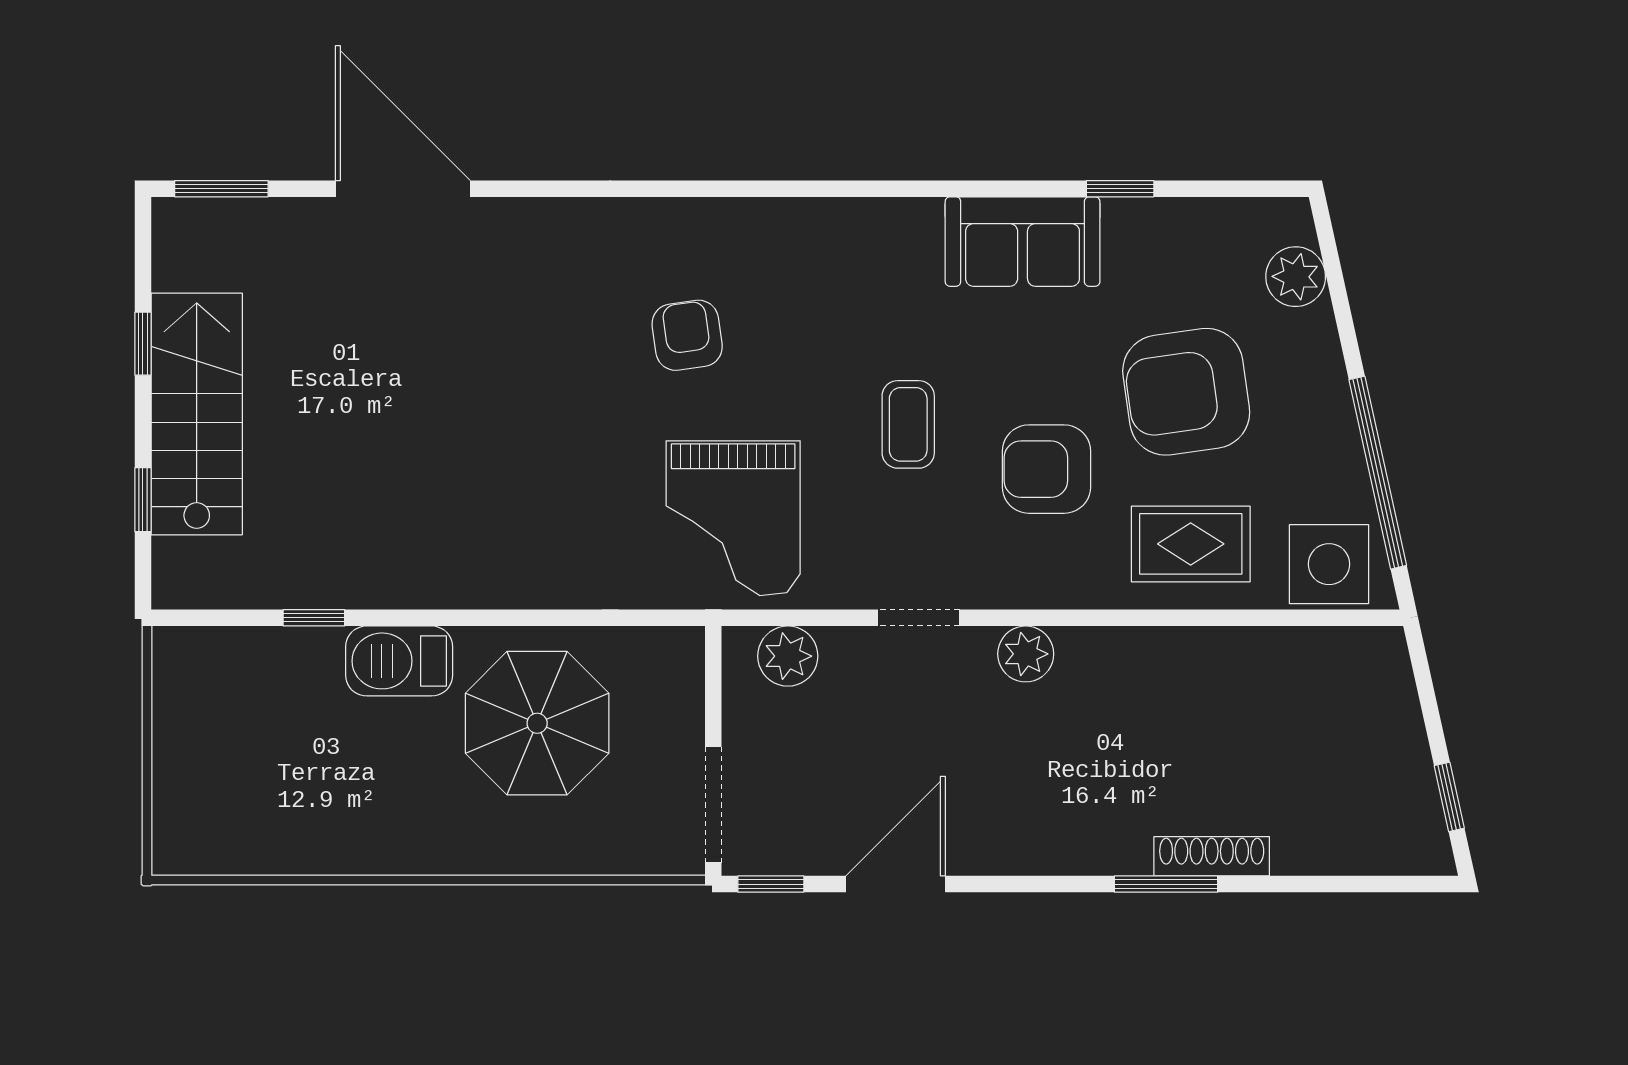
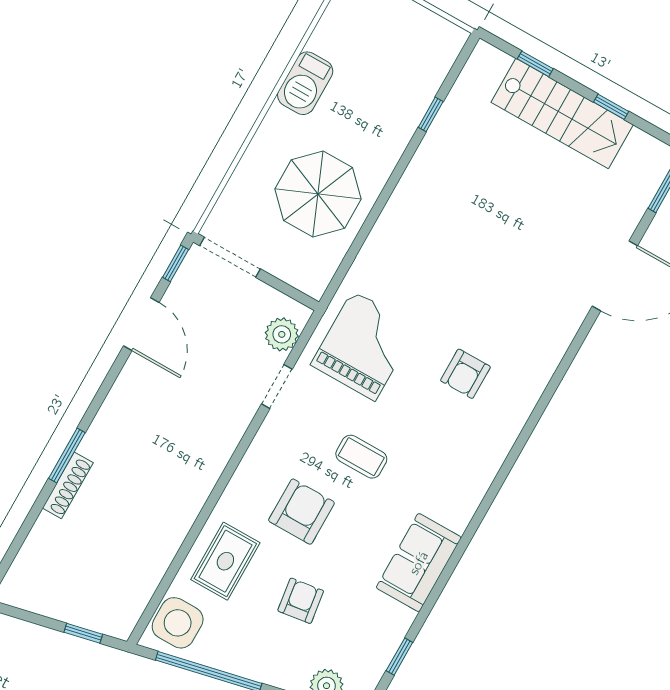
window: (1120, 189) -> (399, 657), moved
armchair: (687, 335) -> (465, 374), turned 98
armchair: (1186, 392) -> (301, 601), width x0.53, depth x0.53
grand piano: (733, 518) -> (364, 346), turned 90
doorway: (919, 618) -> (277, 386), moved
plant: (1026, 654) -> (217, 451), removed
barbecue: (399, 661) -> (305, 83), moved, turned 180
window: (1449, 797) -> (83, 633), moved

